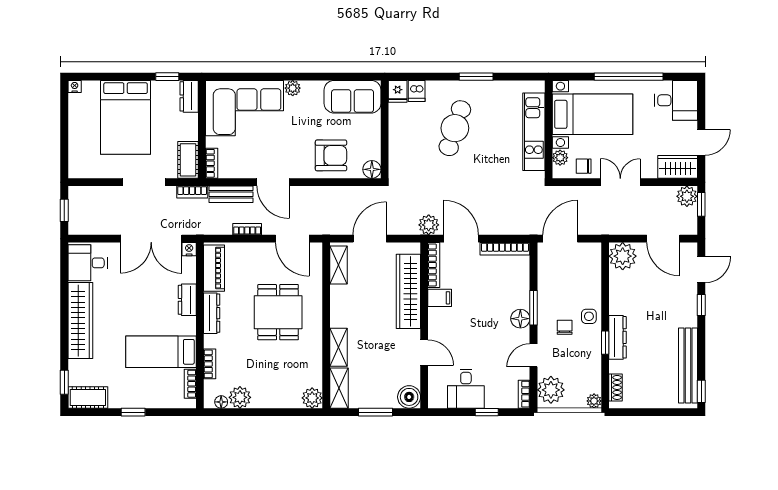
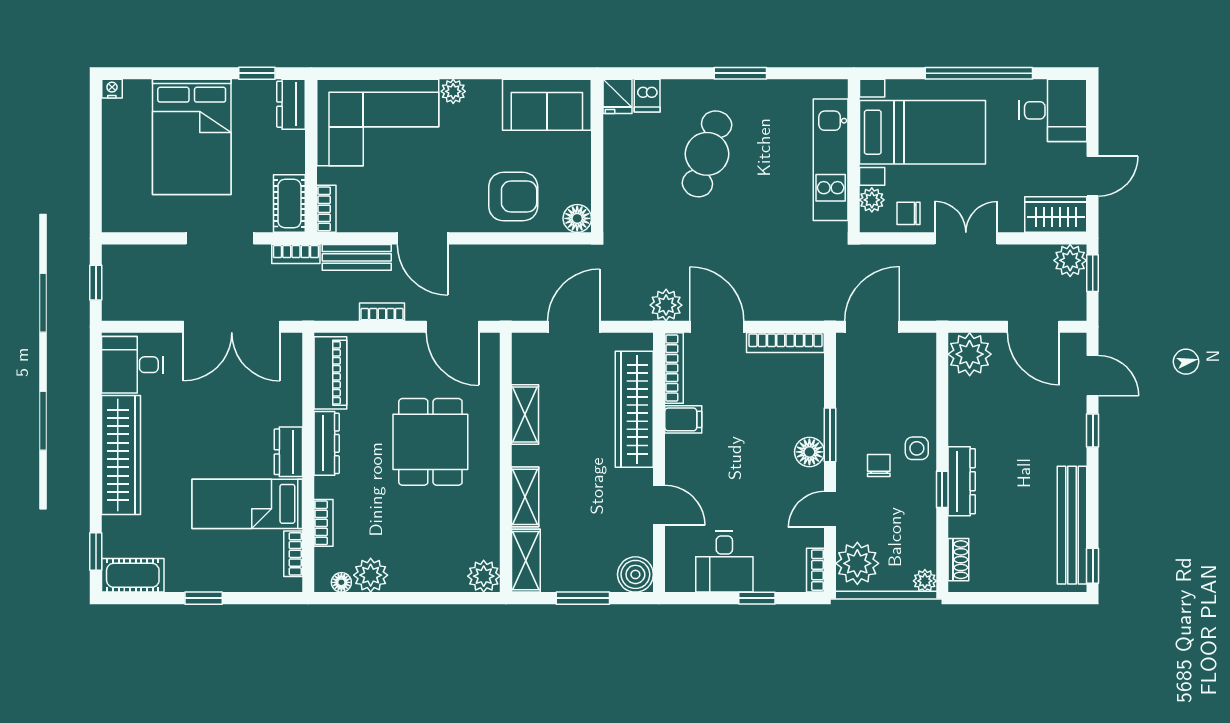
nightstand: (189, 249) -> (291, 343), removed
shelving: (339, 265) -> (525, 415), moved
door: (701, 270) -> (1093, 375), hinge flipped
dresser: (187, 300) -> (288, 452), moved

